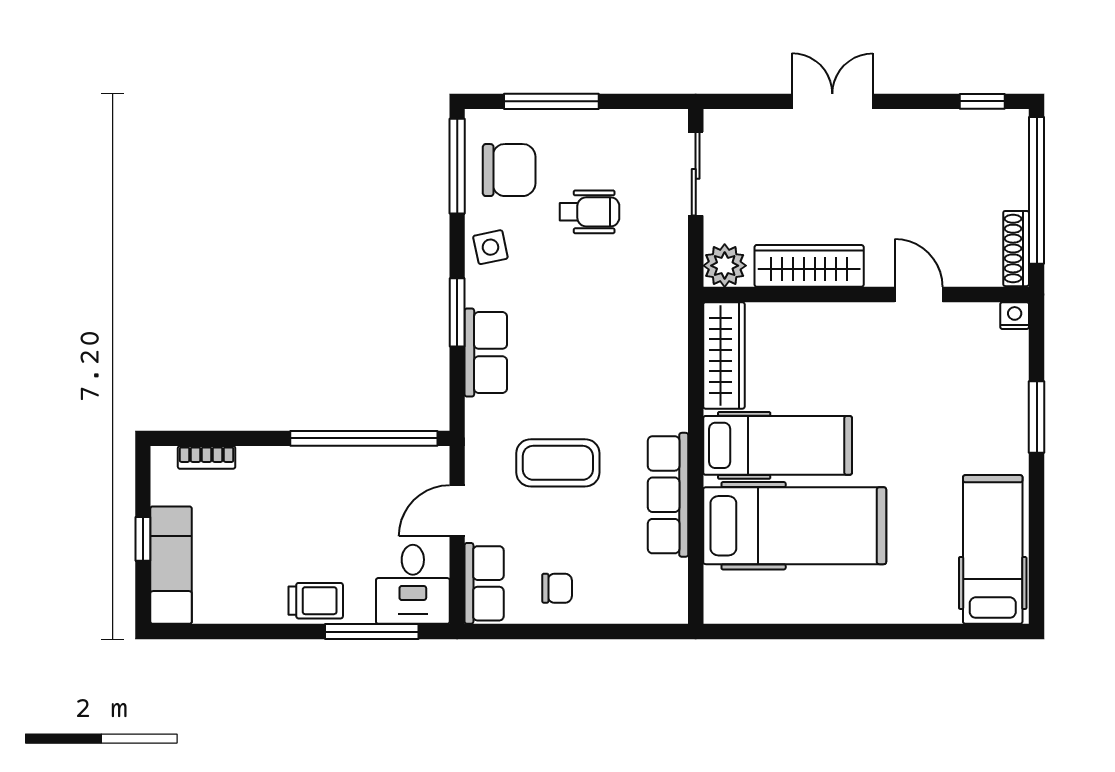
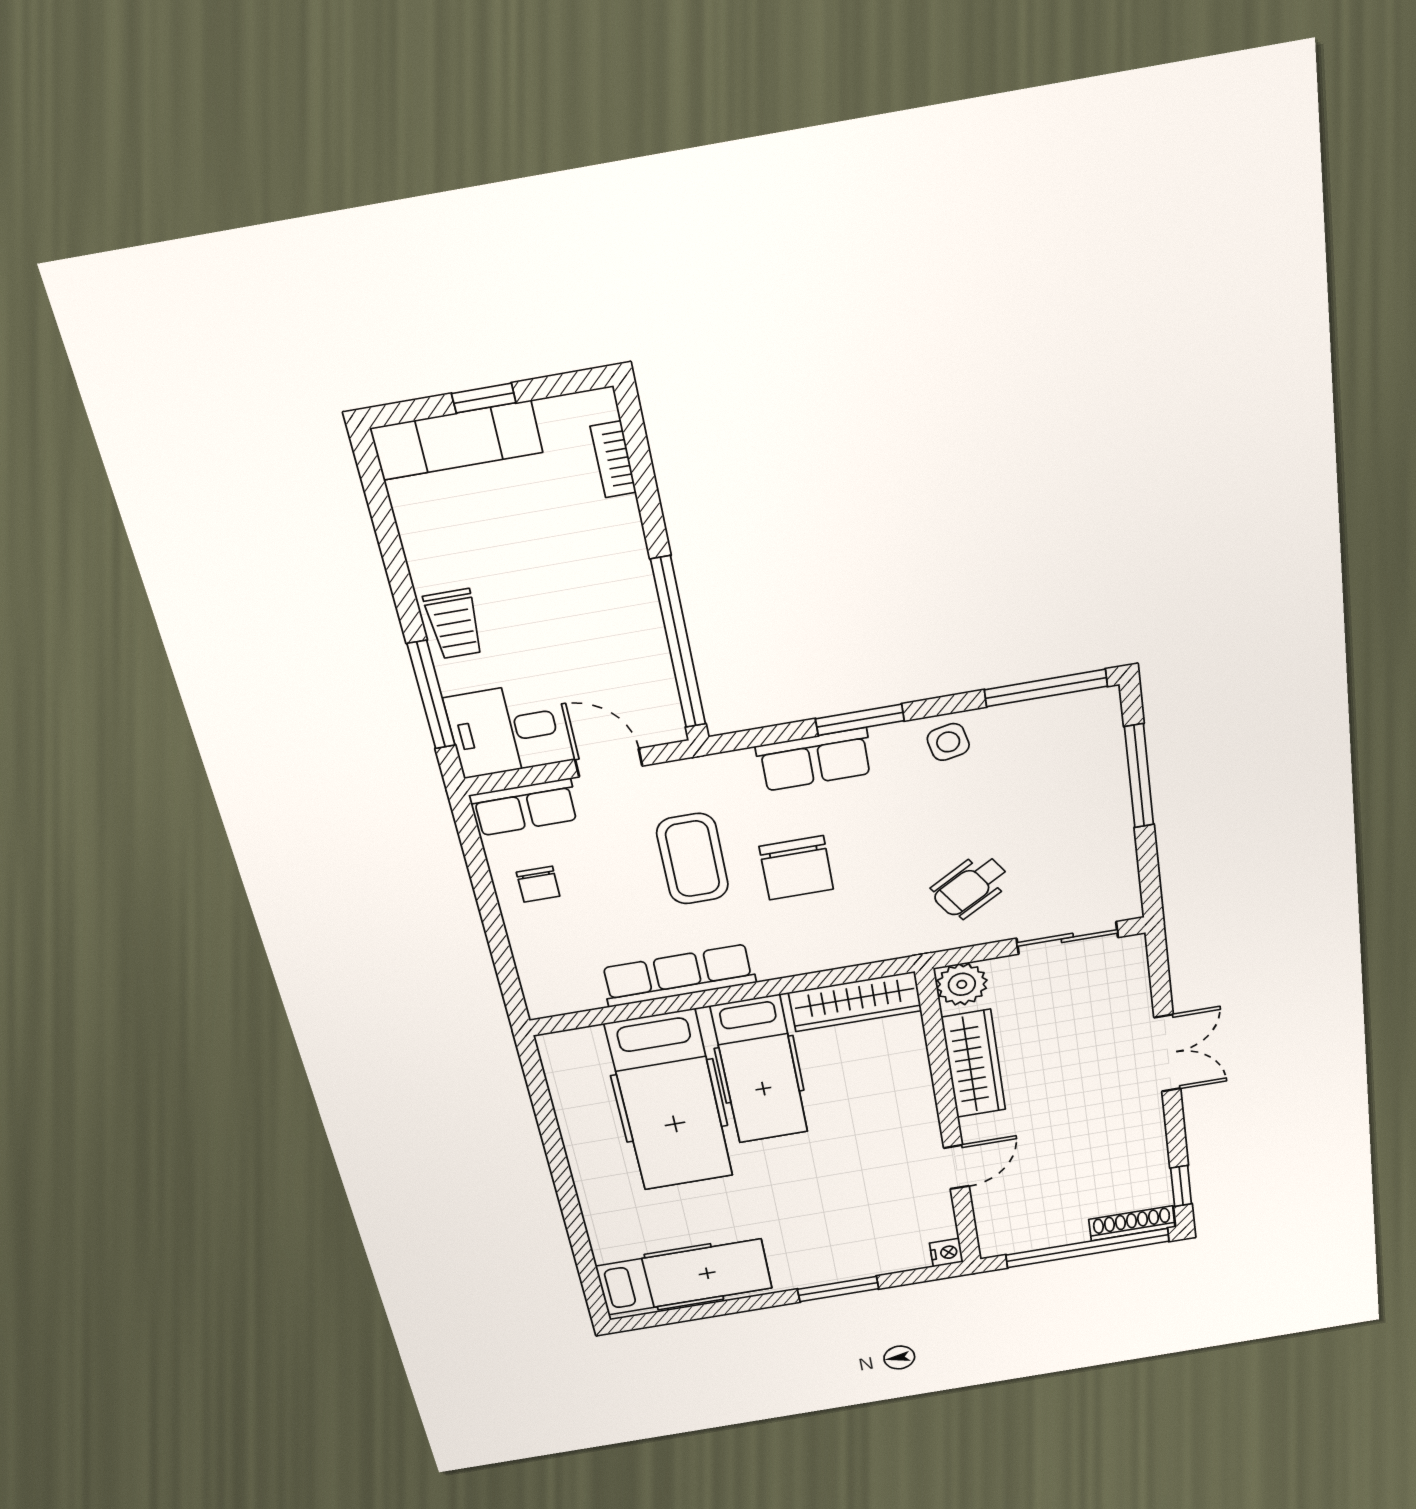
chair: (509, 170) -> (796, 868), moved
wheelchair: (589, 212) -> (970, 886), moved, turned 58
shoe rack: (1016, 249) -> (1132, 1223), moved

